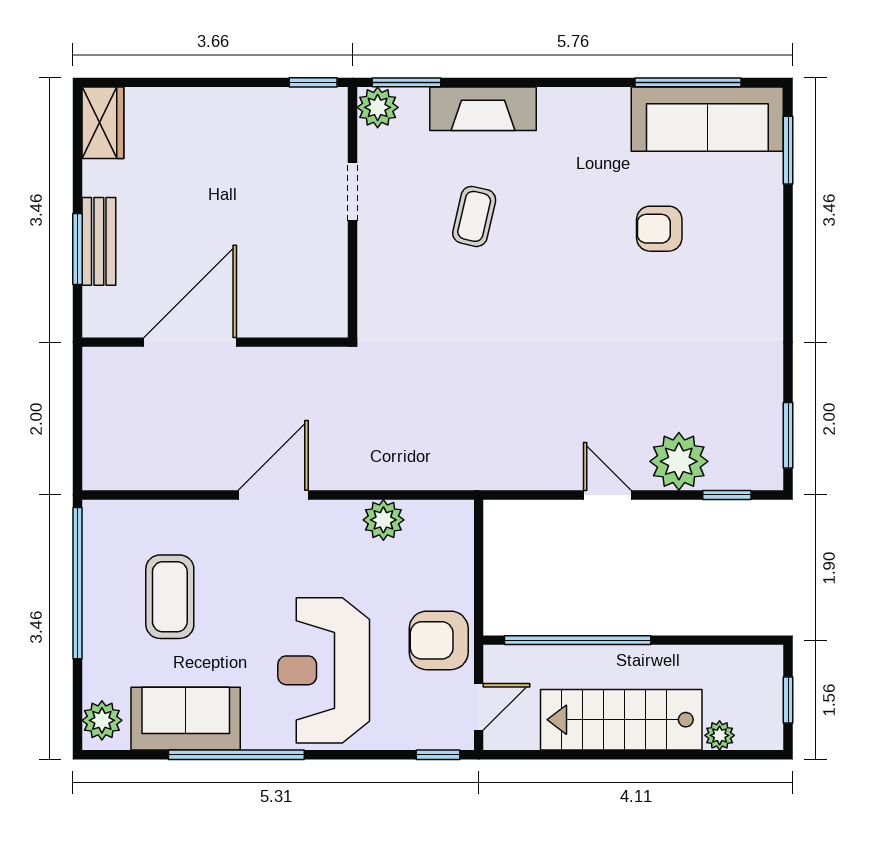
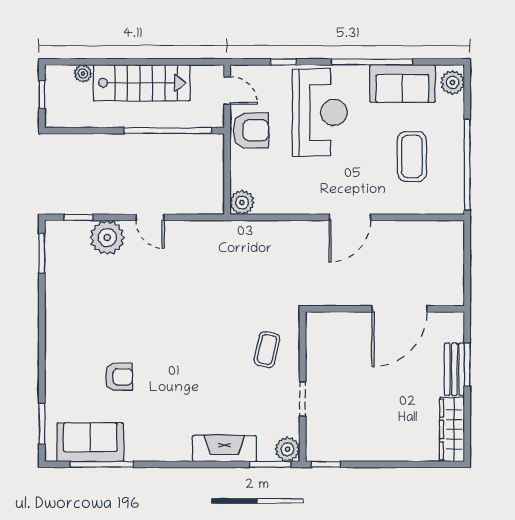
sofa: (707, 119) -> (90, 442), width x0.73
wardrobe: (103, 123) -> (452, 429), width x1.50
coffee table: (474, 216) -> (267, 350), moved
plant: (383, 520) -> (242, 202), moved
door: (479, 707) -> (227, 91), swing flipped
window: (438, 755) -> (283, 62), moved

